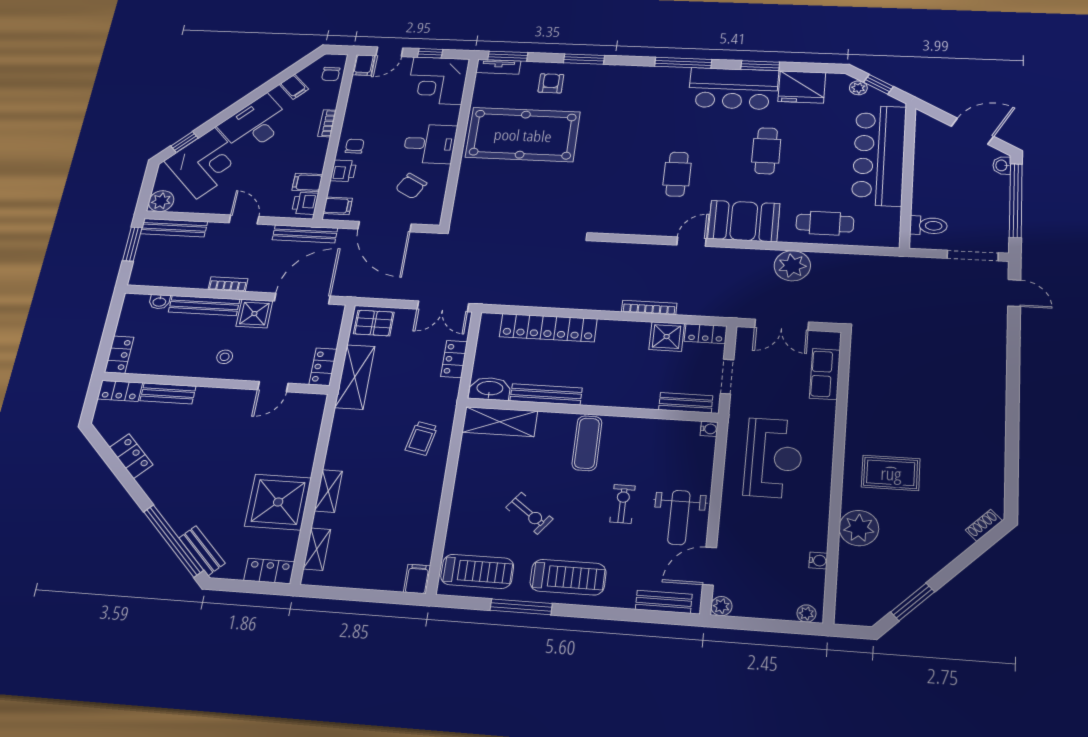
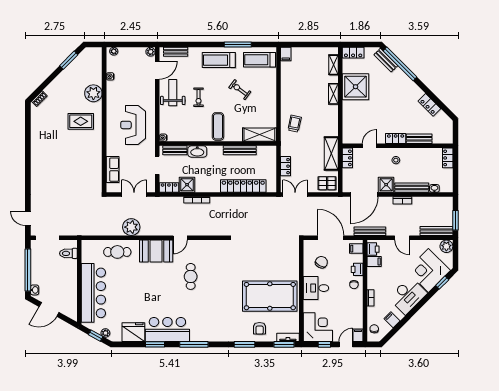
cafe table: (766, 151) -> (148, 293), removed
washbasin: (490, 389) -> (197, 152), moved
locker: (120, 391) -> (396, 139), moved

